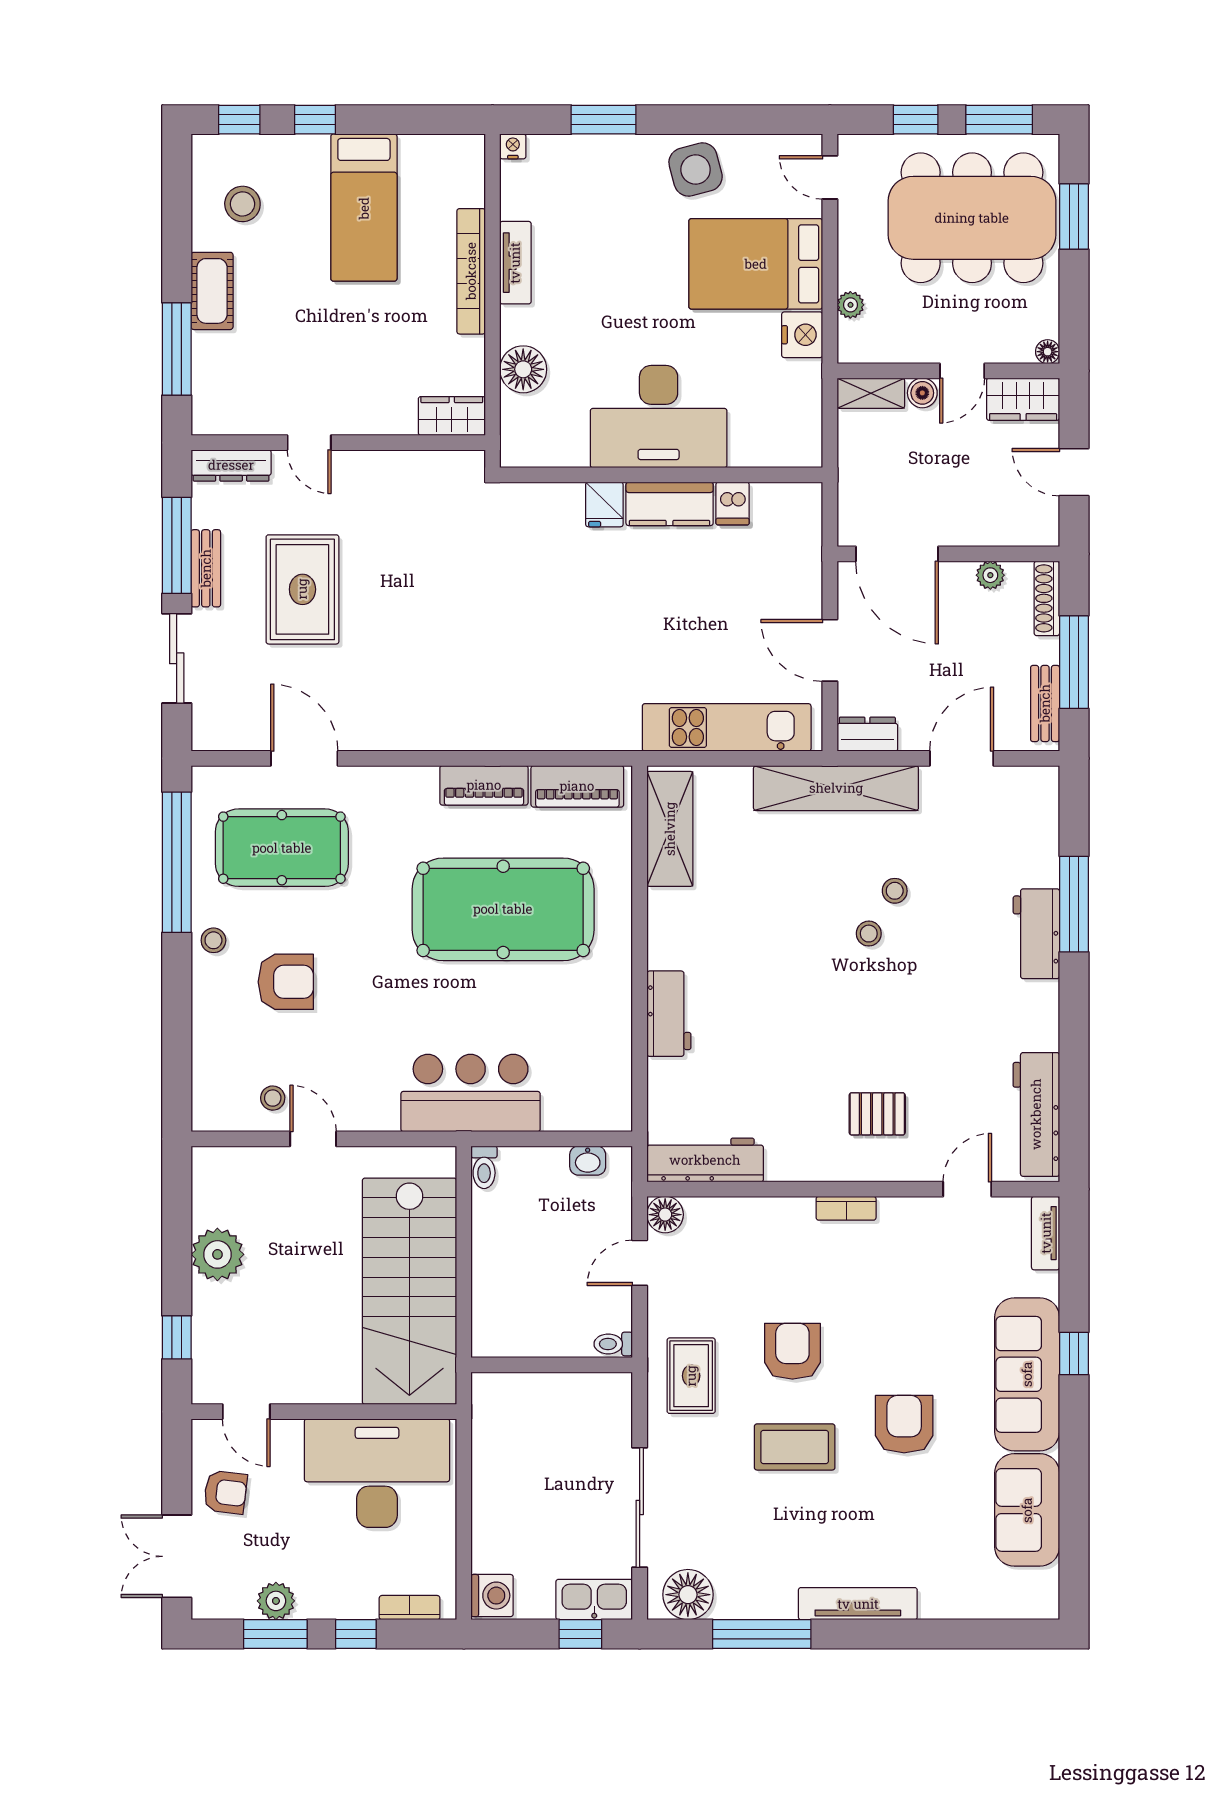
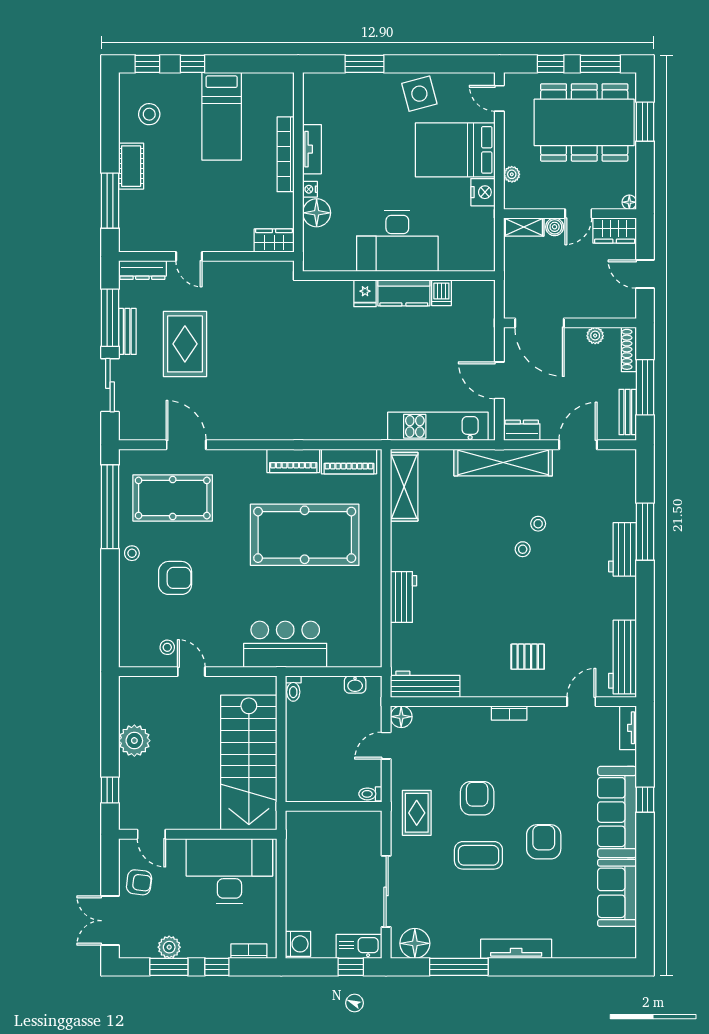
nightstand: (513, 146) -> (310, 189), moved, turned -90

